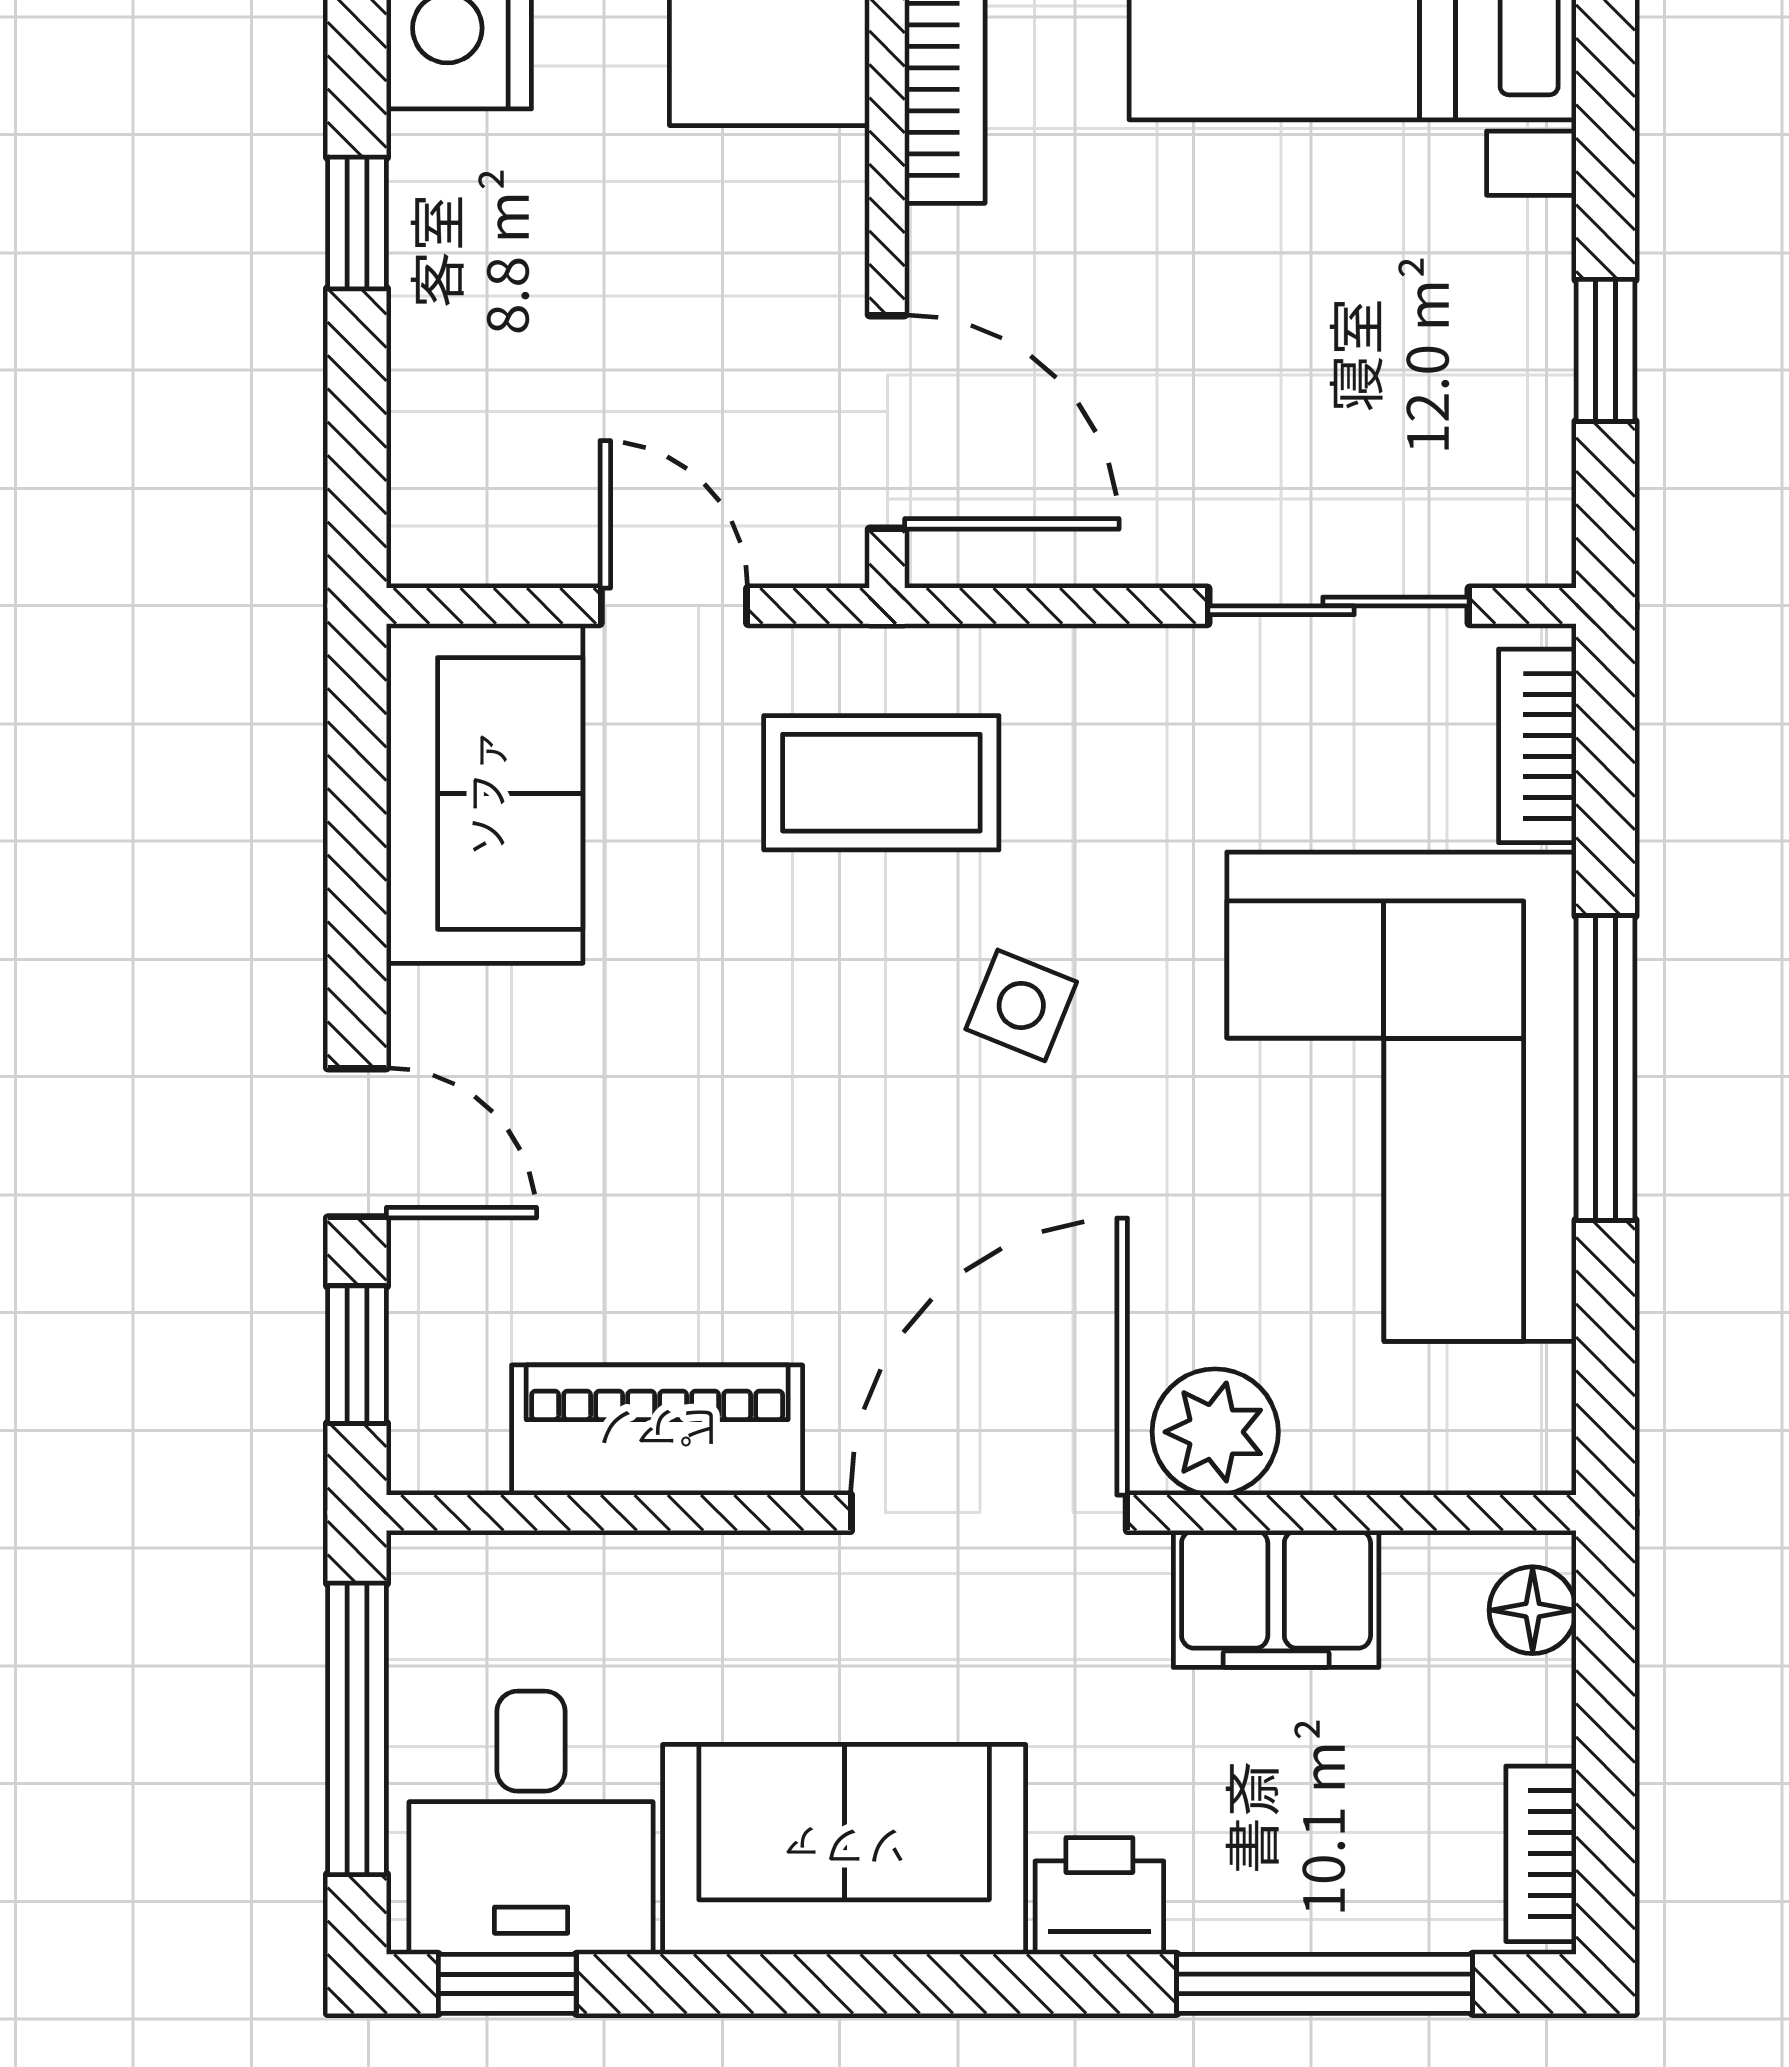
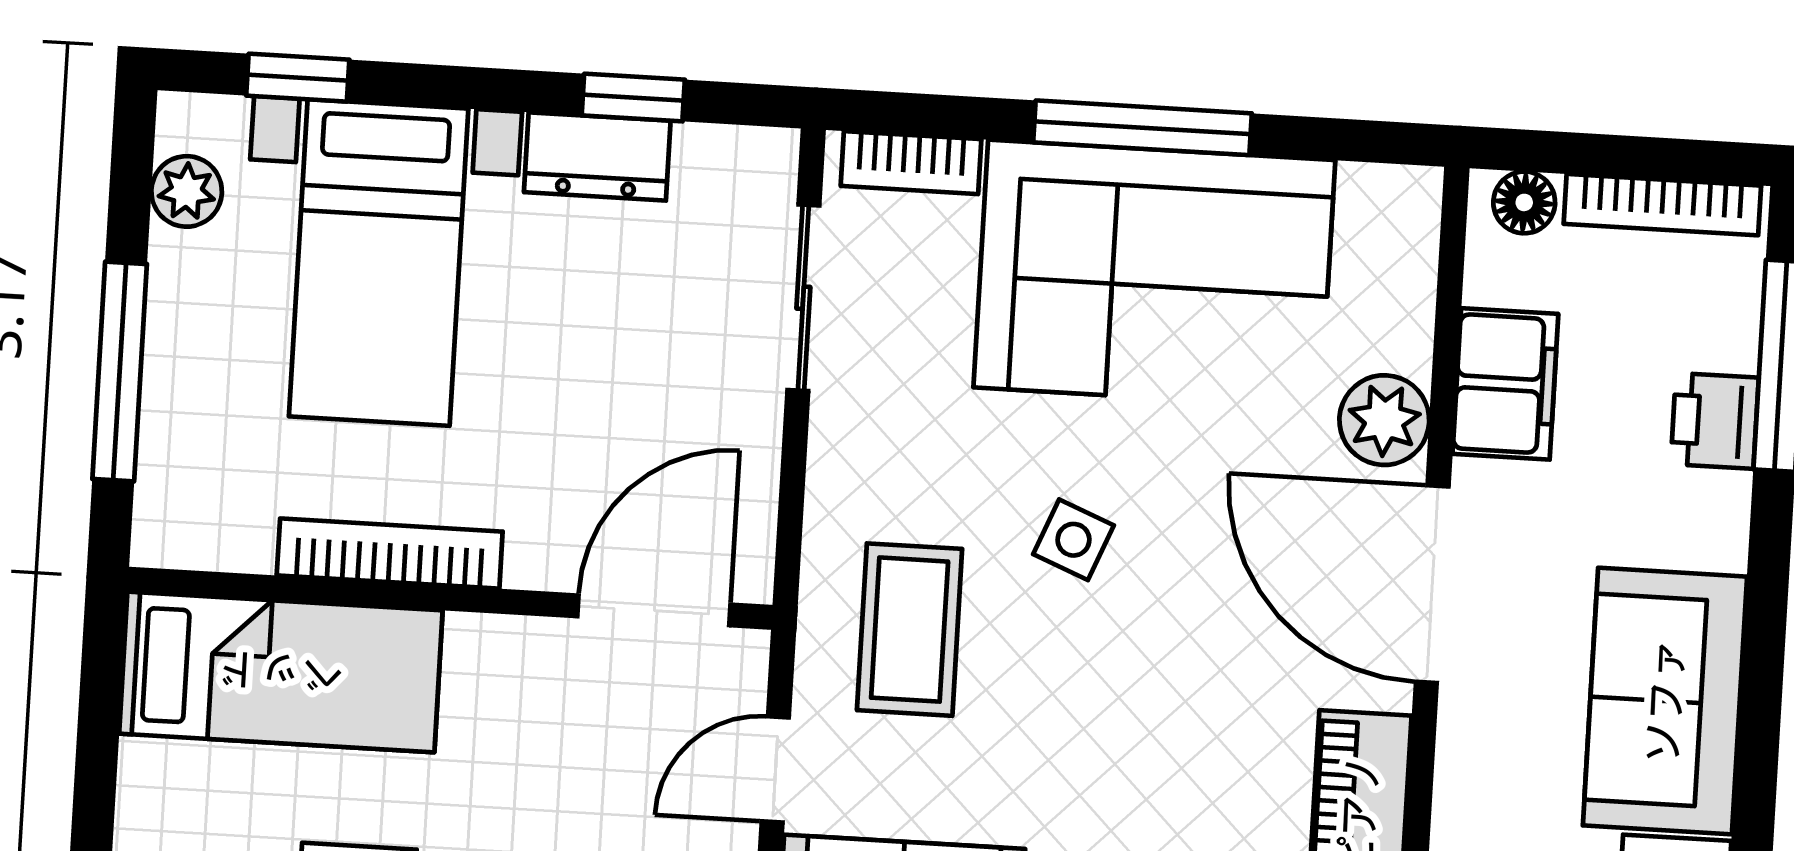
dresser: (1520, 305) -> (597, 156), added
bookcase: (1541, 1854) -> (1662, 205), width x1.56
printer: (1099, 1896) -> (1715, 421), moved

